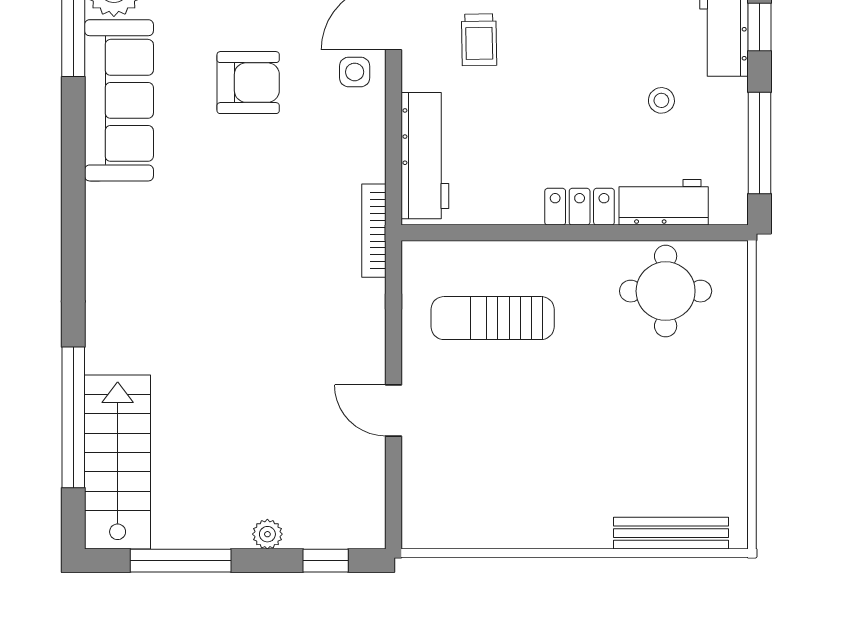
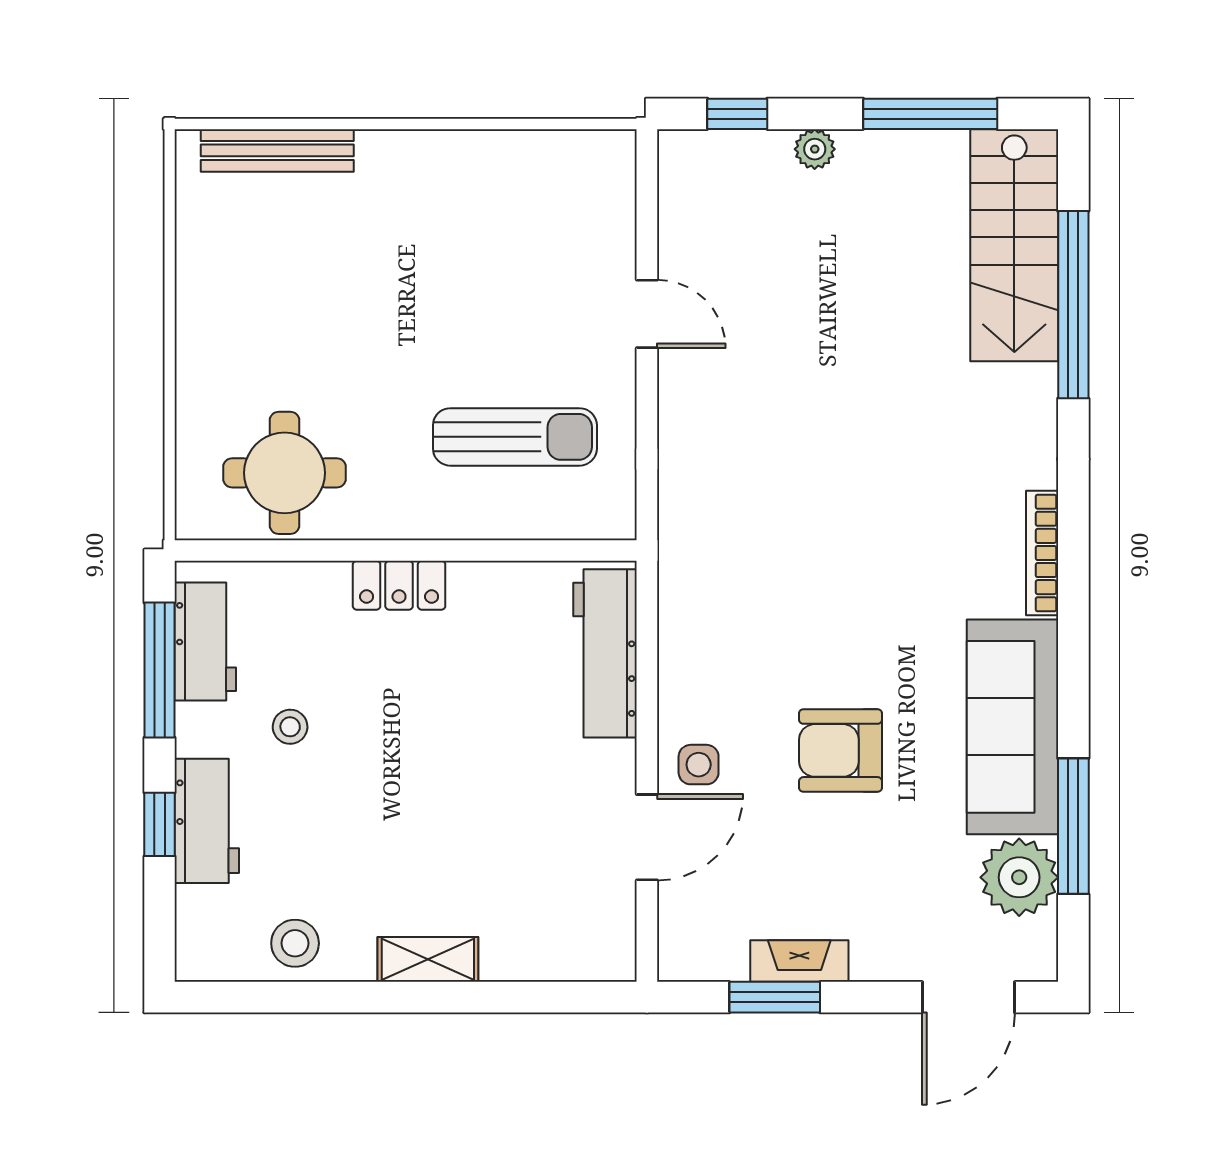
trolley: (479, 40) -> (533, 807), removed
workbench: (664, 202) -> (205, 641), moved, turned -90
bookcase: (374, 231) -> (1042, 553), moved, turned 180

